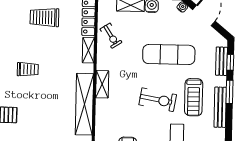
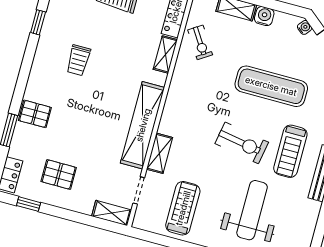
trolley: (28, 69) -> (78, 60), turned 90
shelving: (102, 84) -> (159, 153), moved

